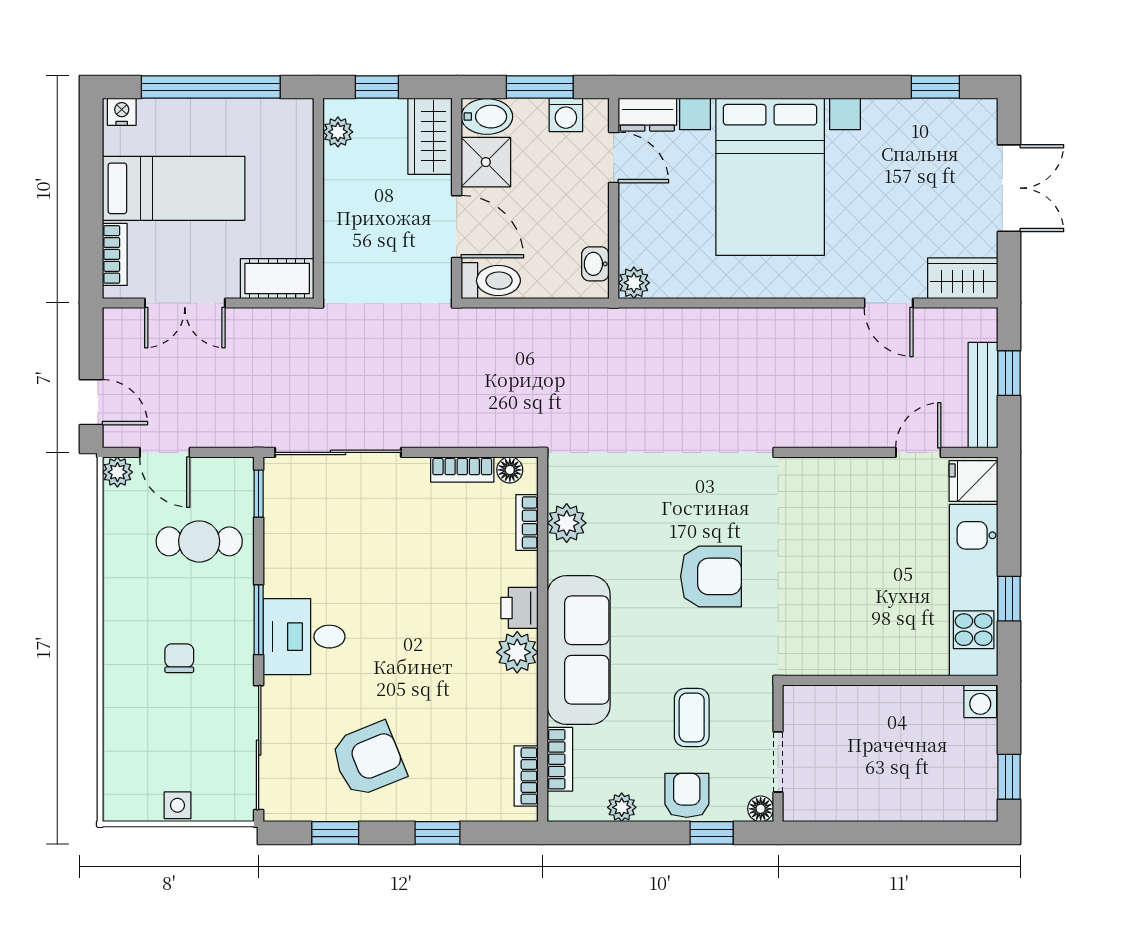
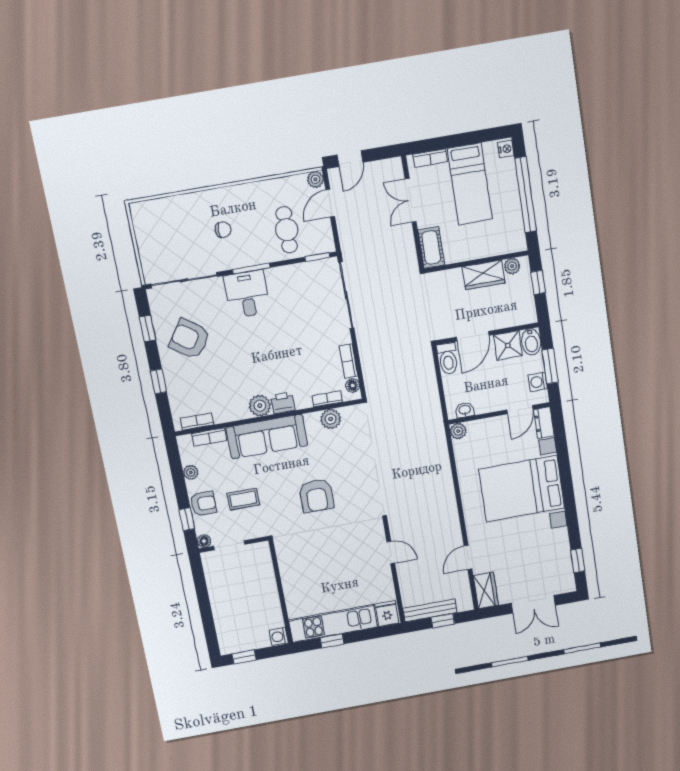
wardrobe: (430, 136) -> (484, 275), moved, turned 180
door: (918, 452) -> (391, 553), moved
armchair: (368, 759) -> (190, 339), turned 147
side table: (178, 805) -> (145, 242), removed

